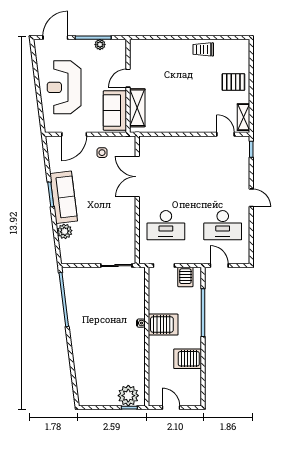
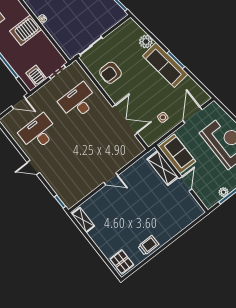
pallet: (233, 82) -> (122, 262), moved, turned 90
door: (226, 134) -> (111, 179), moved
armchair: (117, 228) -> (110, 73), added

